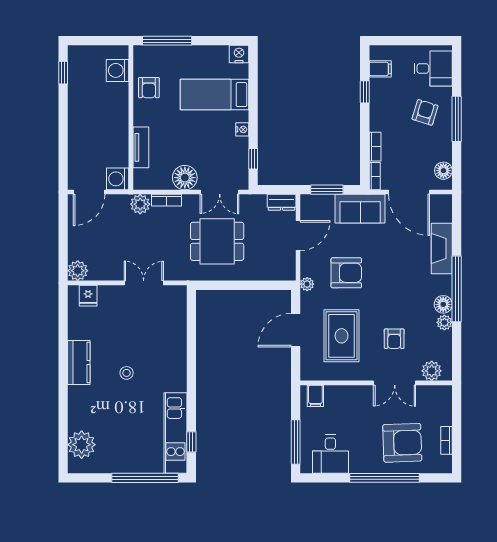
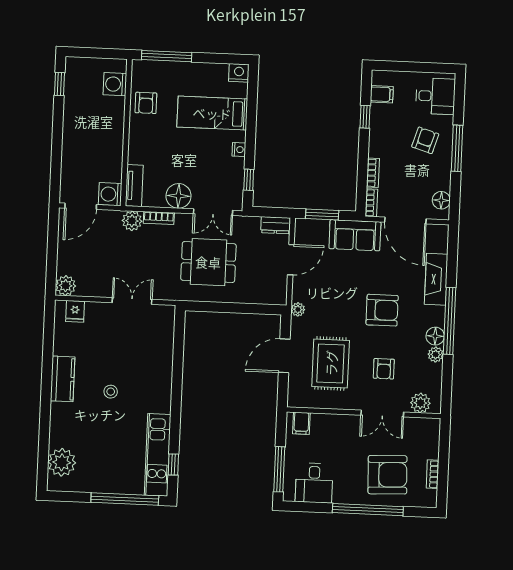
tv unit: (141, 147) -> (134, 186), moved
armchair: (346, 273) -> (382, 310), moved

